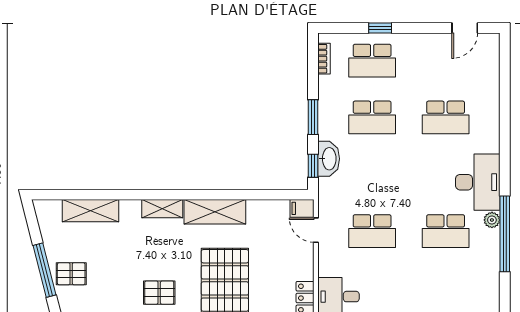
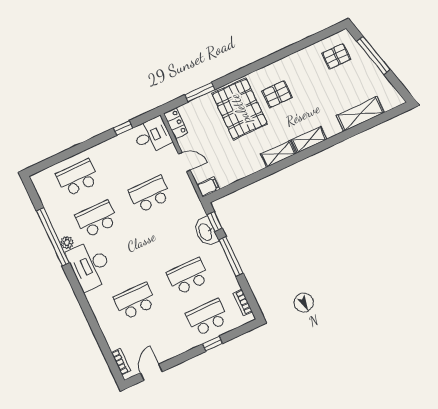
bookcase: (494, 56) -> (121, 362), added
window: (313, 117) -> (231, 257), width x1.44
shelving: (215, 212) -> (278, 154), width x0.67, depth x0.75
door: (316, 230) -> (184, 162), moved
pallet: (71, 274) -> (336, 56), moved
school desk: (446, 288) -> (78, 178), added
pallet: (159, 293) -> (277, 94), moved

